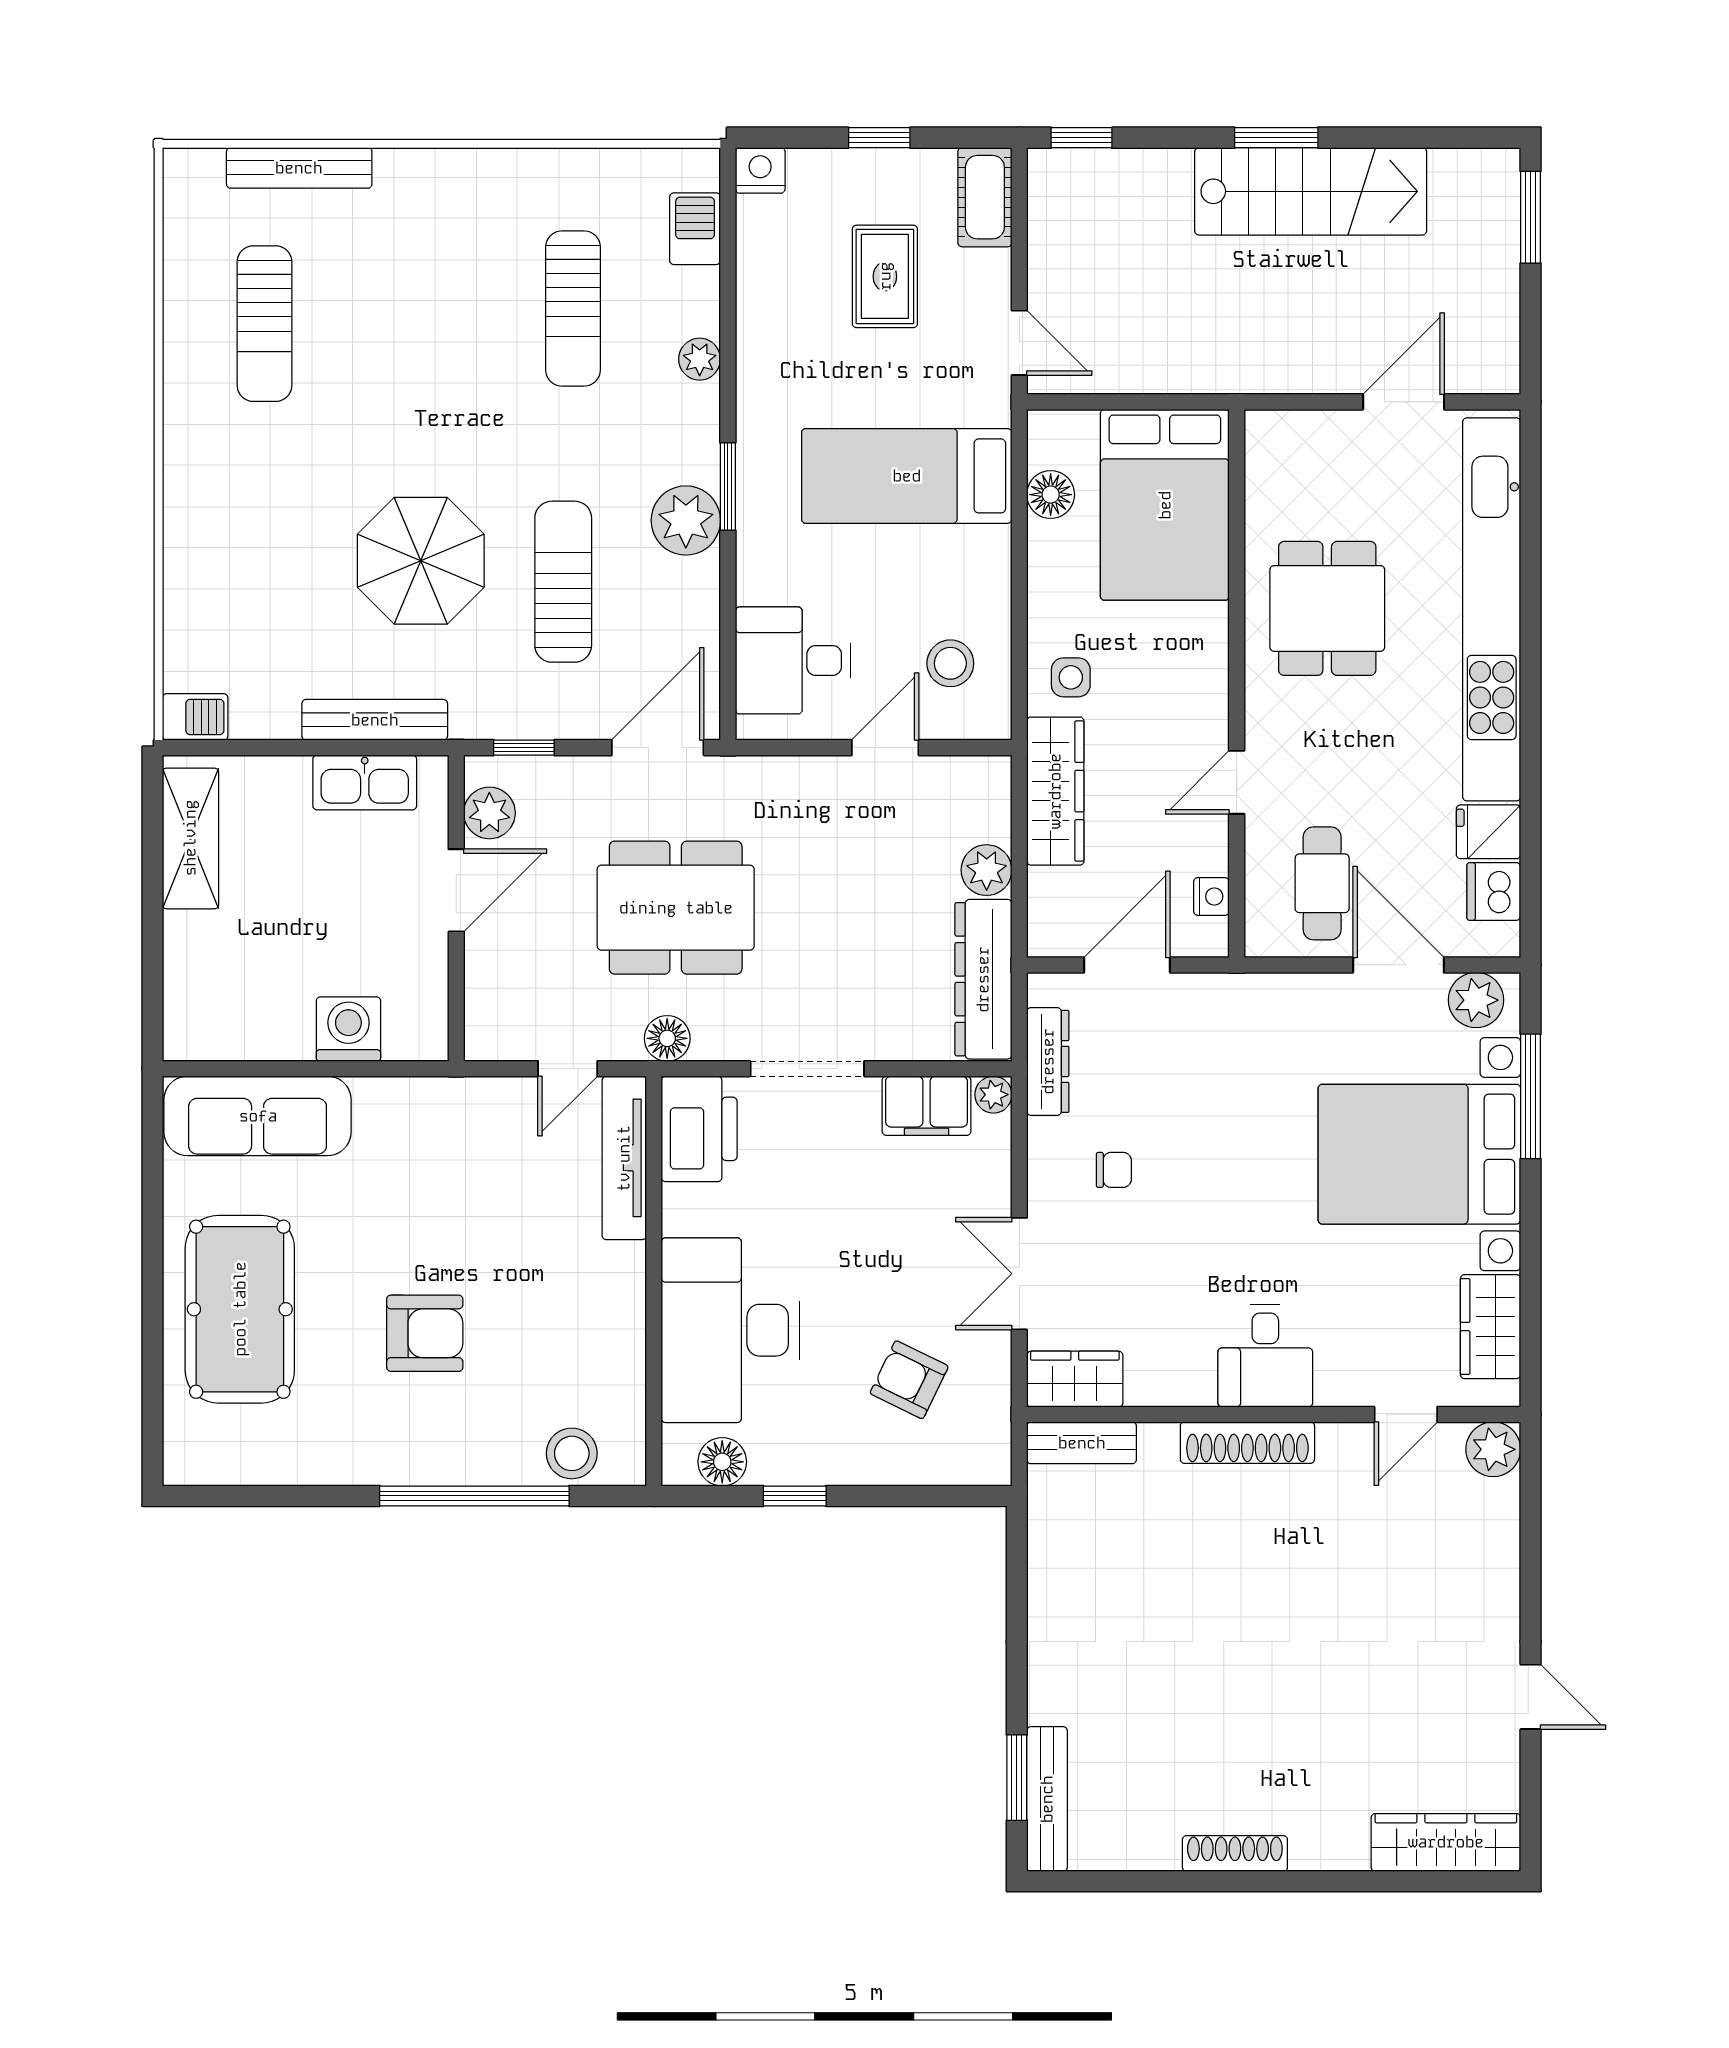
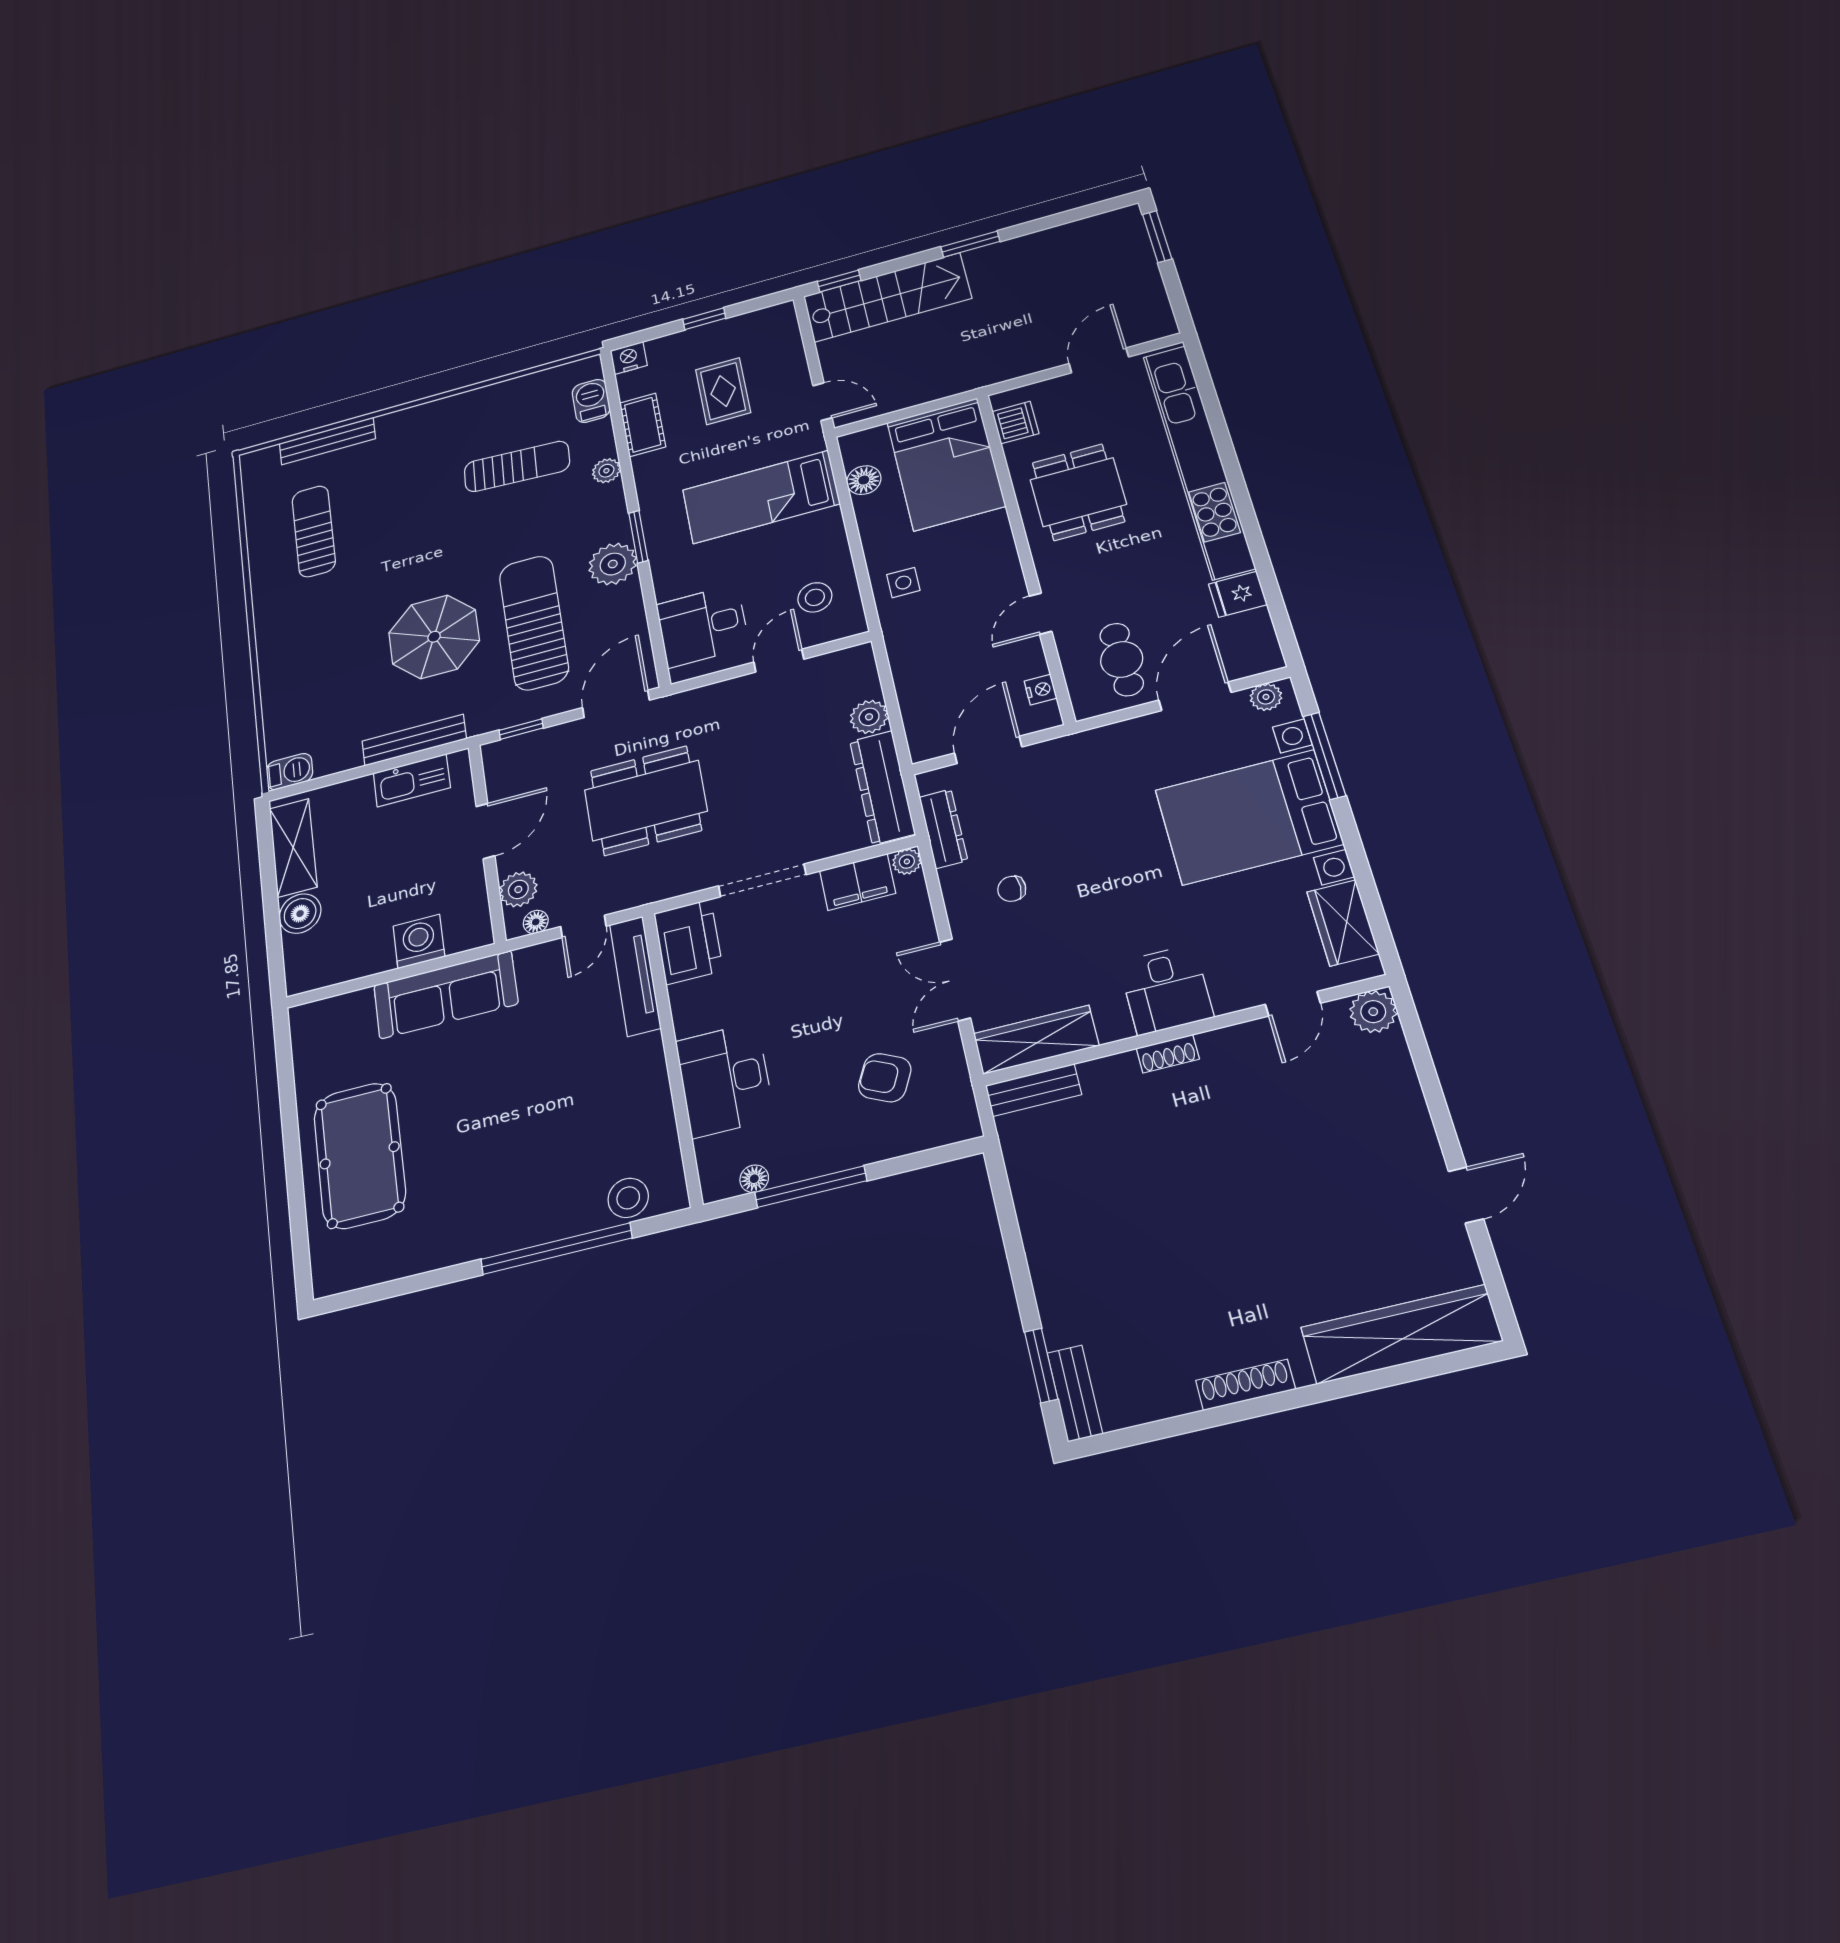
stairs: (1311, 191) -> (887, 297), moved
cot: (985, 197) -> (643, 425), moved
sun lounger: (573, 308) -> (517, 466), turned -87
sun lounger: (264, 324) -> (314, 531), turned 180
sun lounger: (563, 582) -> (534, 622), width x1.36, depth x1.34
wardrobe: (1055, 791) -> (908, 654), removed
plant: (489, 813) -> (518, 889), moved
dishwasher: (1494, 891) -> (1015, 423), moved, turned 180
boiler: (192, 942) -> (300, 914), added
door: (1398, 965) -> (1195, 696), hinge flipped
plant: (1476, 1000) -> (1266, 697), width x0.73, depth x0.73
floor lamp: (667, 1038) -> (536, 922), moved, width x0.73, depth x0.73
sofa: (258, 1116) -> (446, 995), moved
chair: (1114, 1170) -> (1012, 889), turned 180
desk: (730, 1330) -> (725, 1080), width x0.73, depth x0.77
armchair: (425, 1333) -> (502, 1138), removed
wardrobe: (1075, 1379) -> (1036, 1040), width x1.50
shoe rack: (1247, 1443) -> (1168, 1054), width x0.51, depth x0.81
floor lamp: (722, 1462) -> (754, 1179), width x0.73, depth x0.73
window: (795, 1496) -> (811, 1187), width x2.17
door: (1531, 1697) -> (1466, 1195), hinge flipped
bench: (1047, 1799) -> (1075, 1393), width x0.73
wardrobe: (1446, 1842) -> (1401, 1334), width x1.40, depth x1.17

